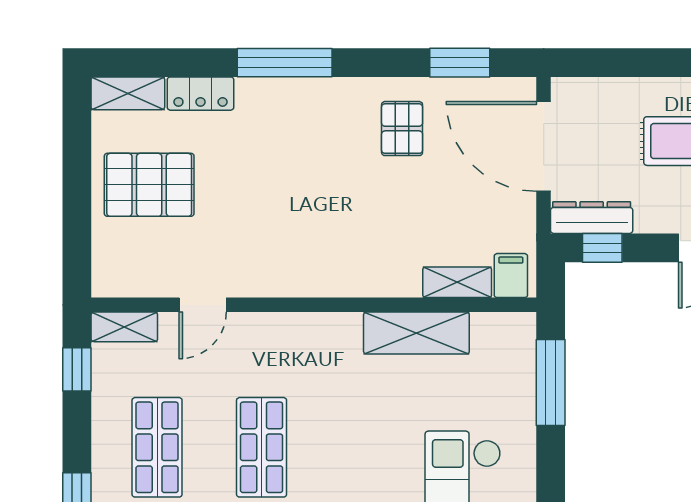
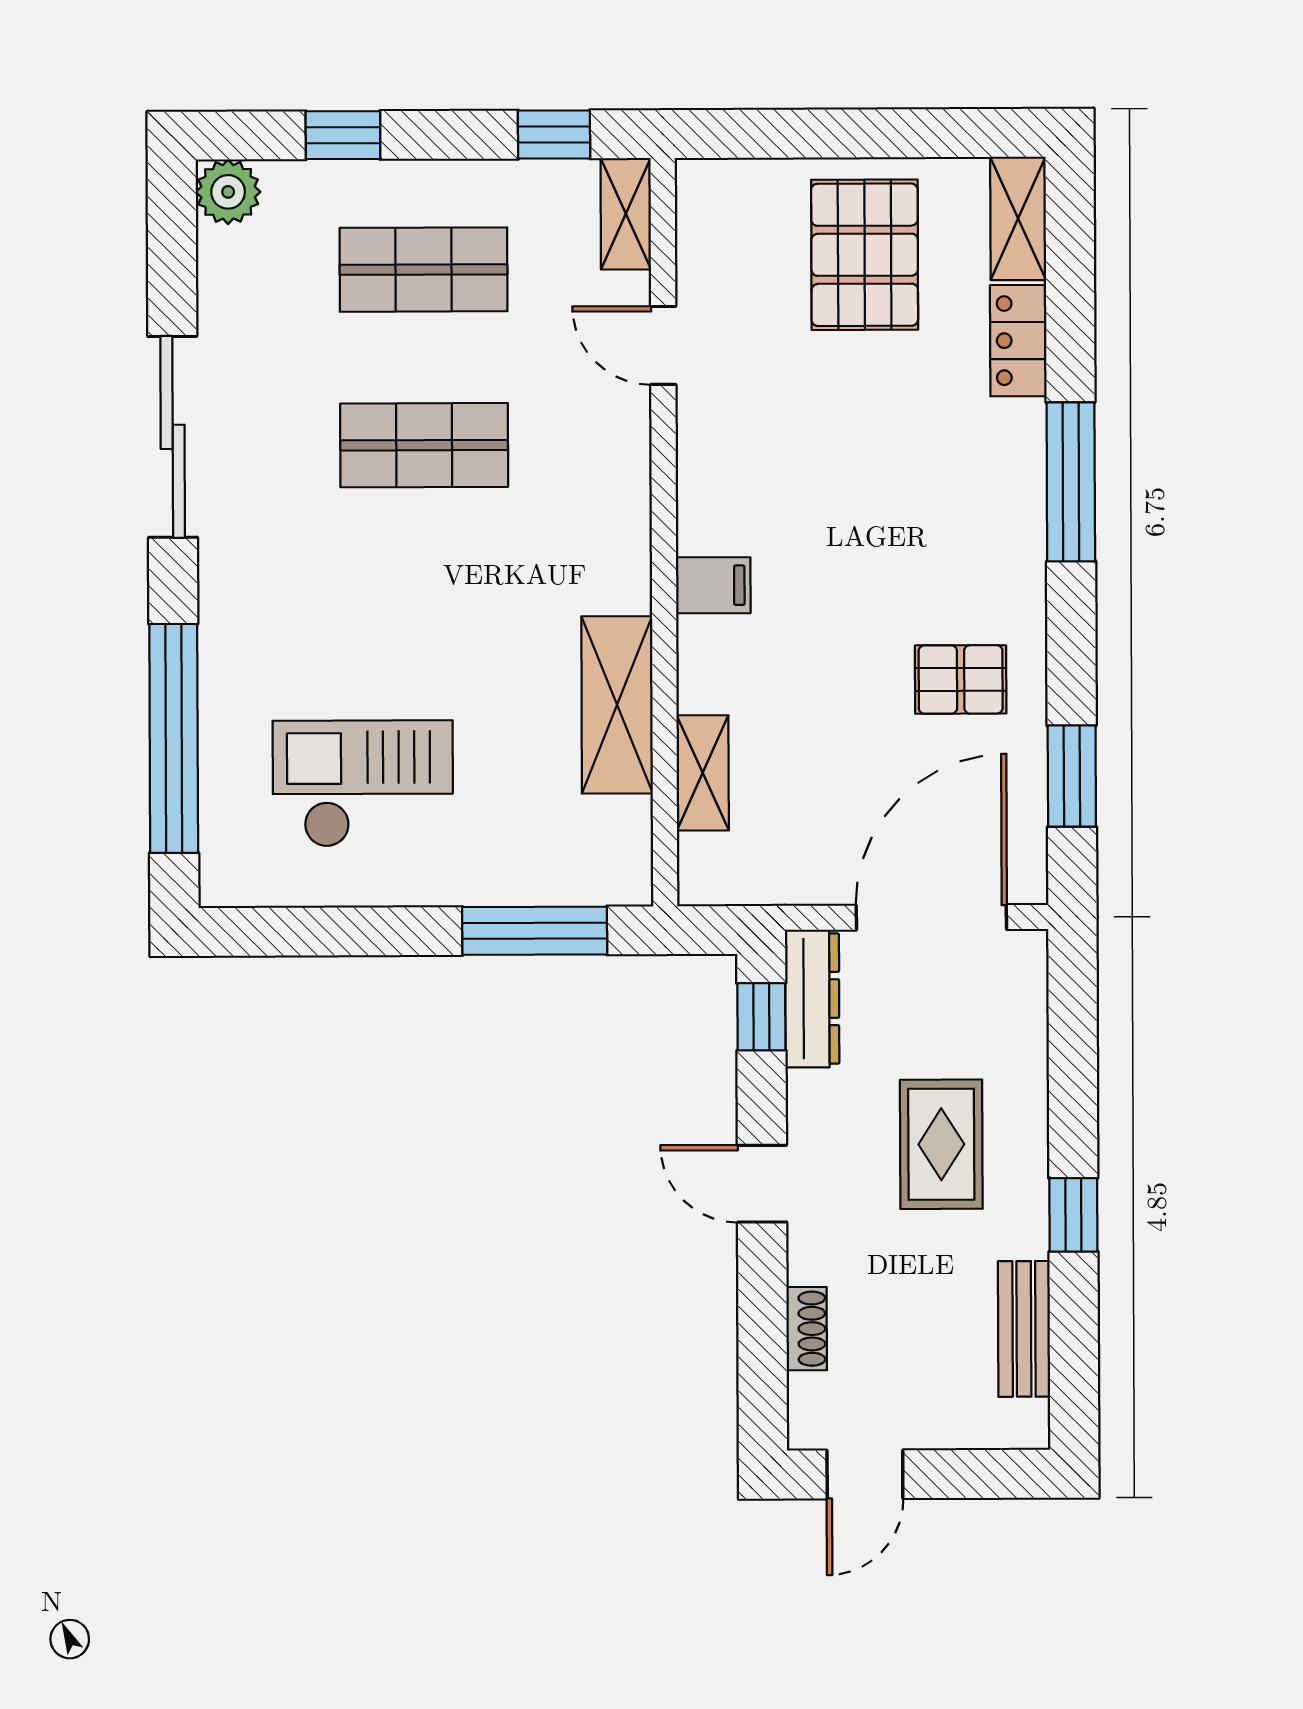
filing cabinet: (511, 276) -> (713, 585), moved

